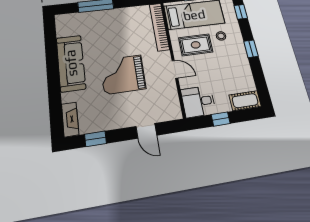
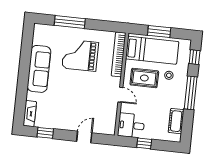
window: (251, 49) -> (191, 93), width x2.17
grand piano: (123, 74) -> (80, 55), moved
cot: (245, 101) -> (176, 121), moved, turned 90
door: (146, 131) -> (84, 137), swing flipped

